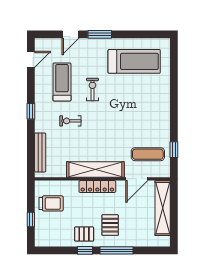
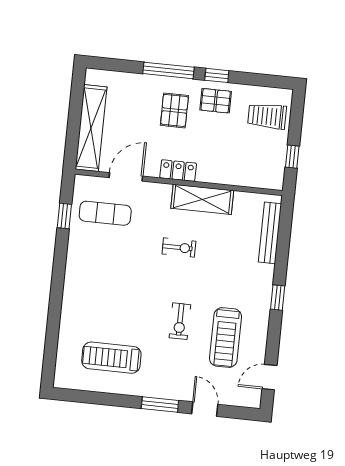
door: (71, 34) -> (205, 409), hinge flipped
treadmill: (134, 61) -> (111, 358), width x0.73, depth x0.73
exercise bike: (70, 121) -> (179, 248), moved
shelving: (95, 170) -> (202, 199), width x0.68
locker: (97, 187) -> (178, 171), width x0.66
trolley: (51, 203) -> (267, 116), moved
window: (31, 219) -> (292, 157), moved

